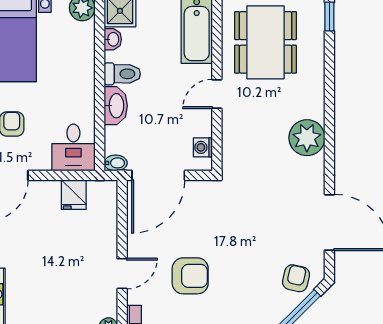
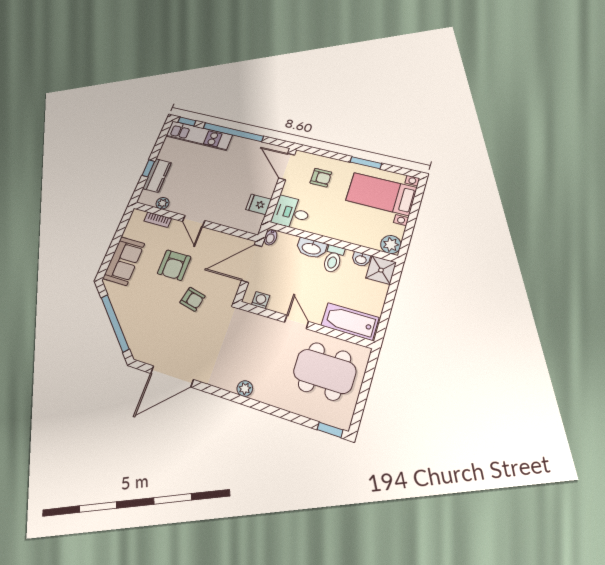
plant: (307, 138) -> (245, 389), width x0.53, depth x0.53
door: (158, 175) -> (252, 263), hinge flipped
armchair: (296, 278) -> (192, 299), moved

